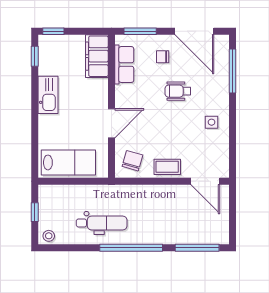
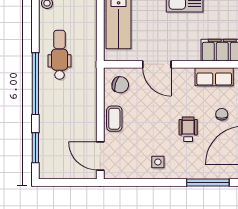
door: (205, 181) -> (100, 156), hinge flipped
dental chair: (102, 223) -> (60, 55), turned 180
window: (197, 248) -> (35, 148), width x0.69

